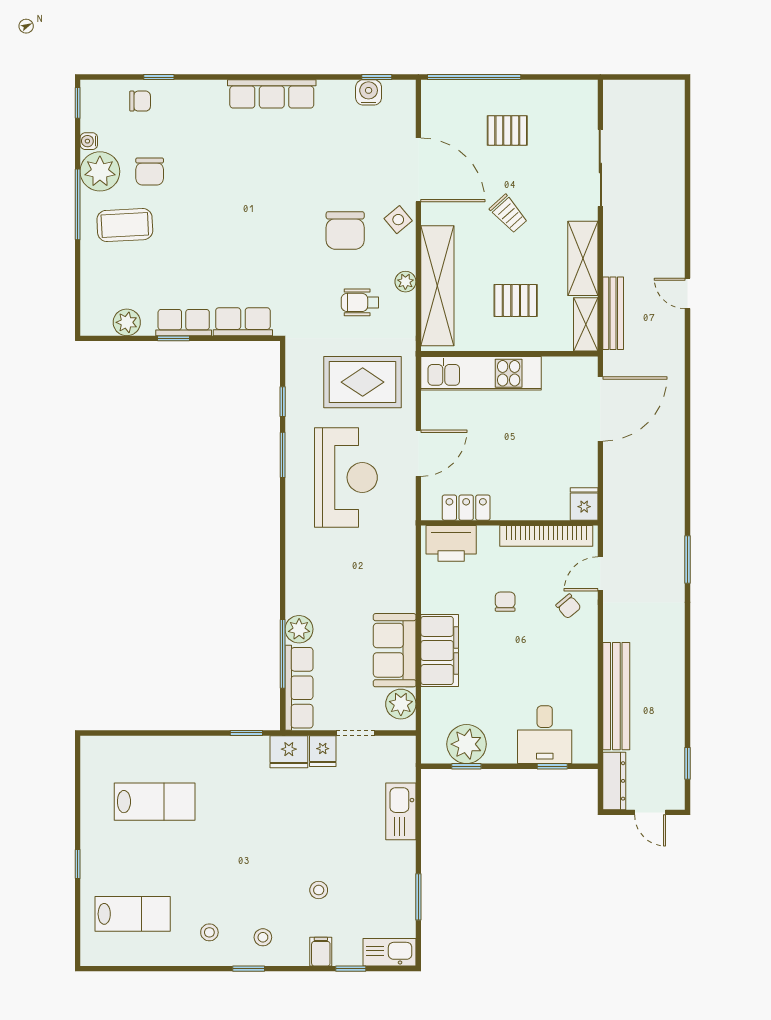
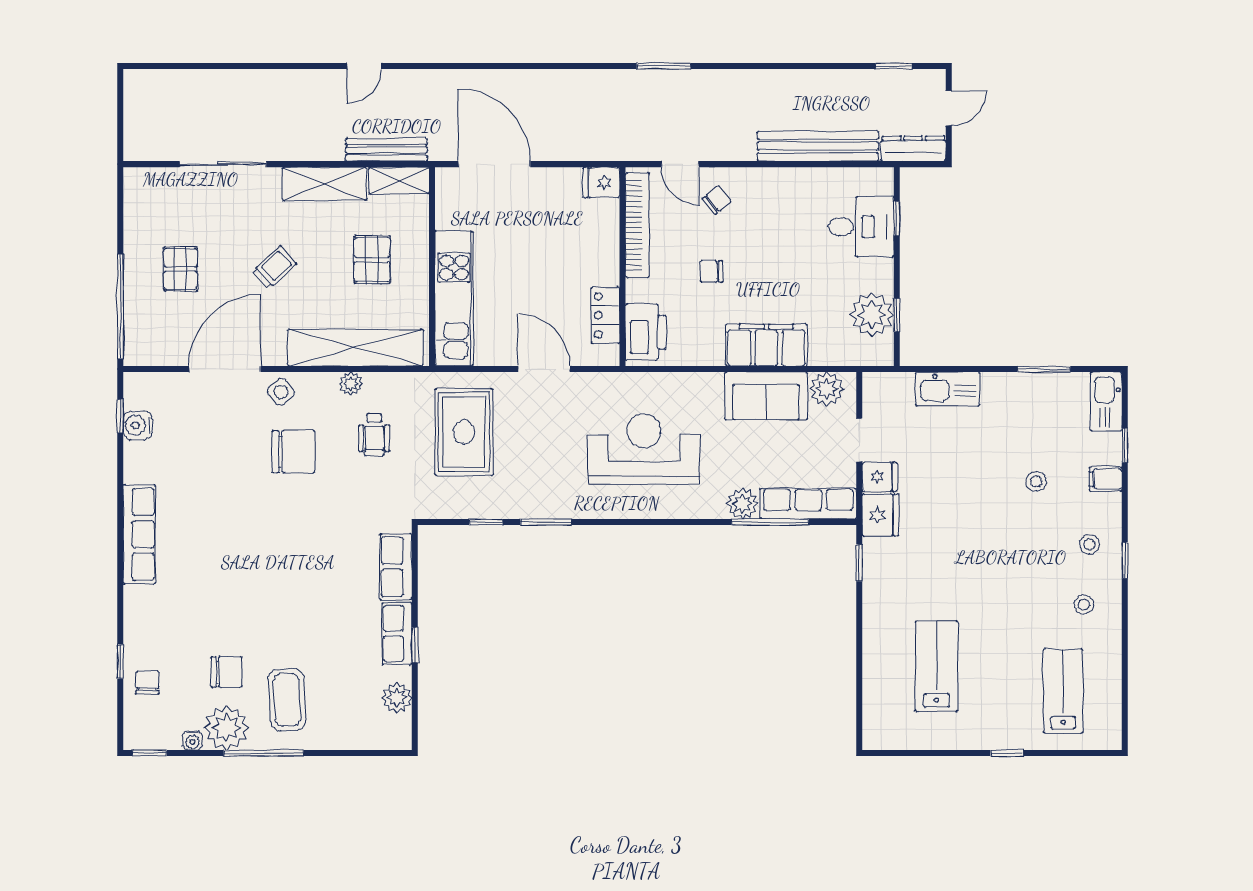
reception desk: (346, 477) -> (644, 449), moved

